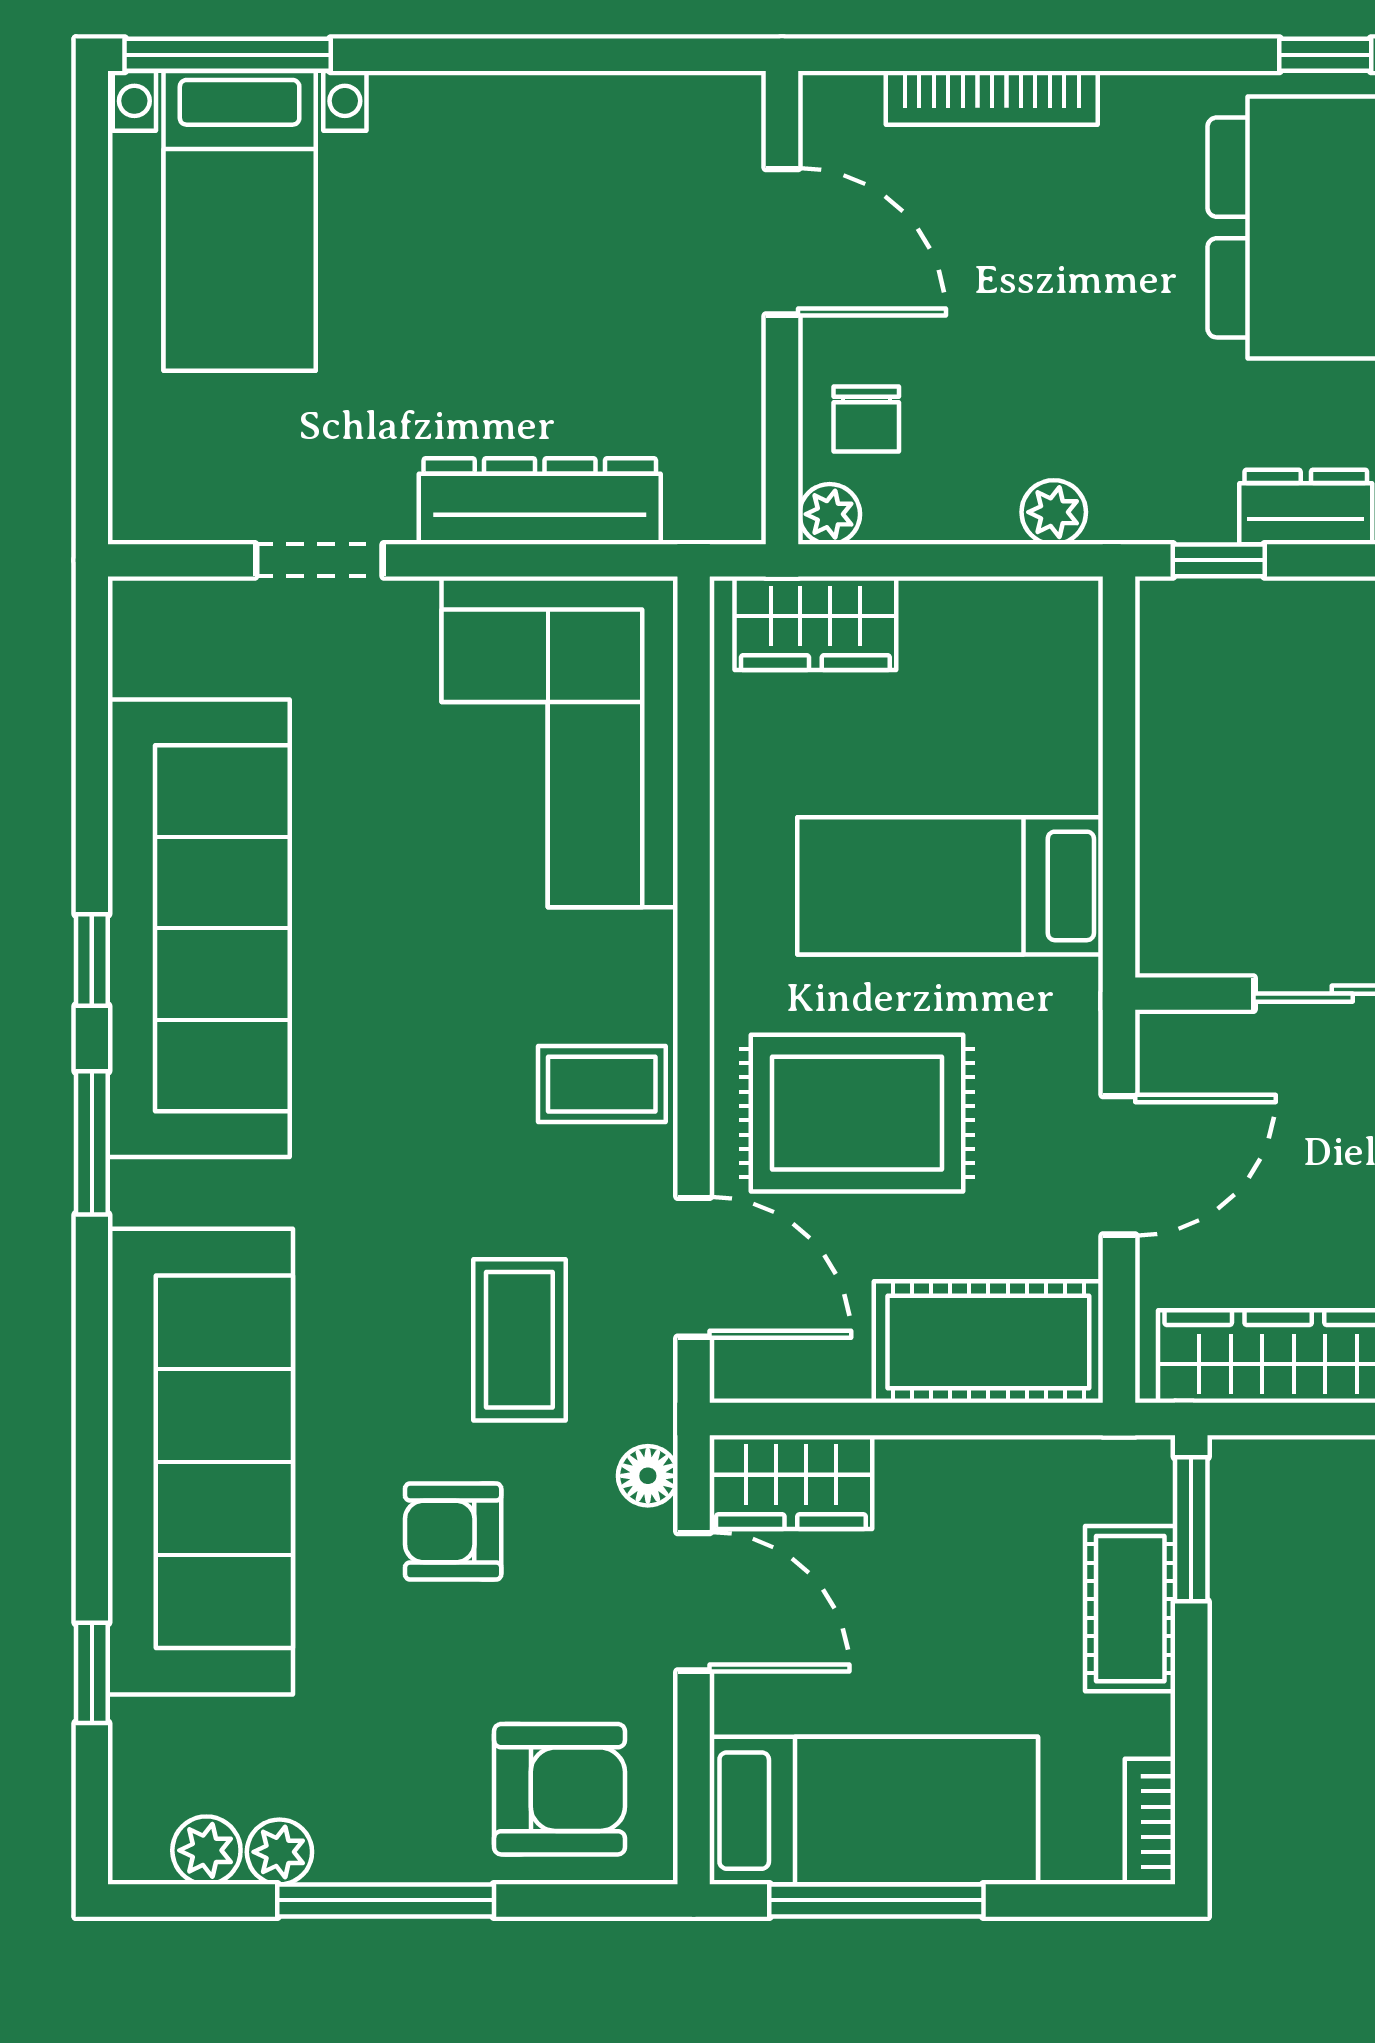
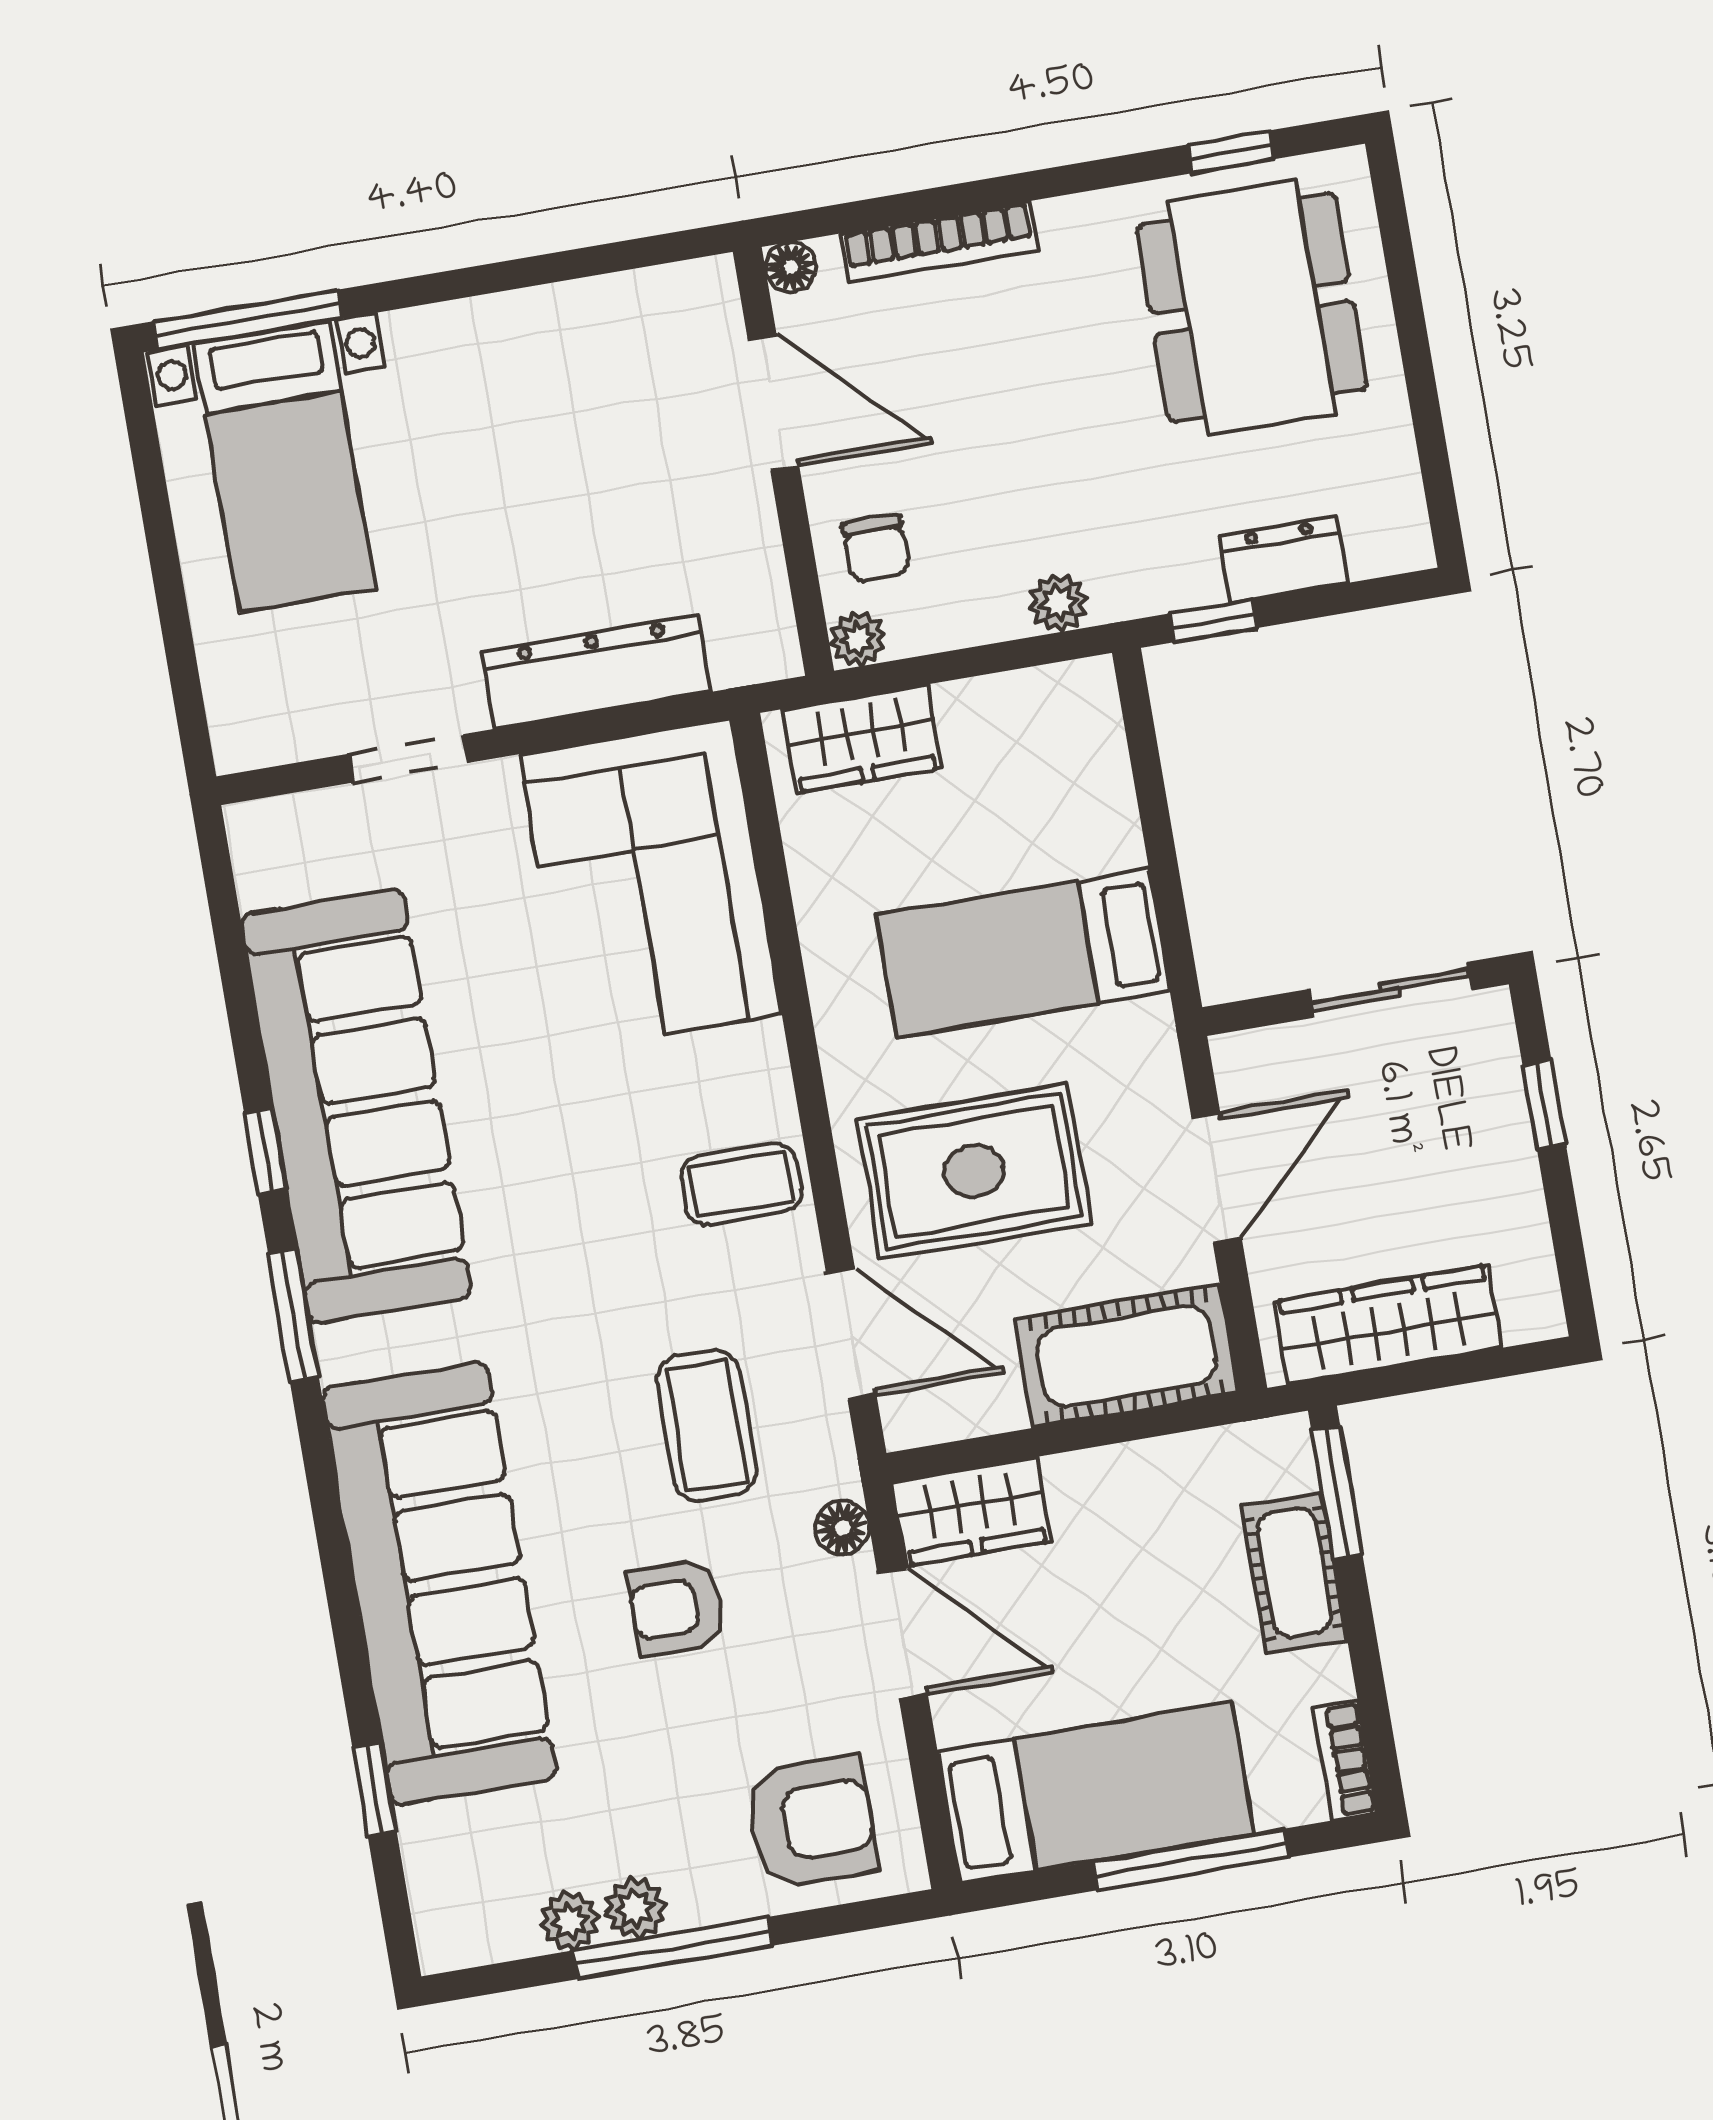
floor lamp: (826, 98) -> (791, 267), added
plant: (206, 1850) -> (635, 1908), moved
window: (876, 1900) -> (1191, 1859), moved

